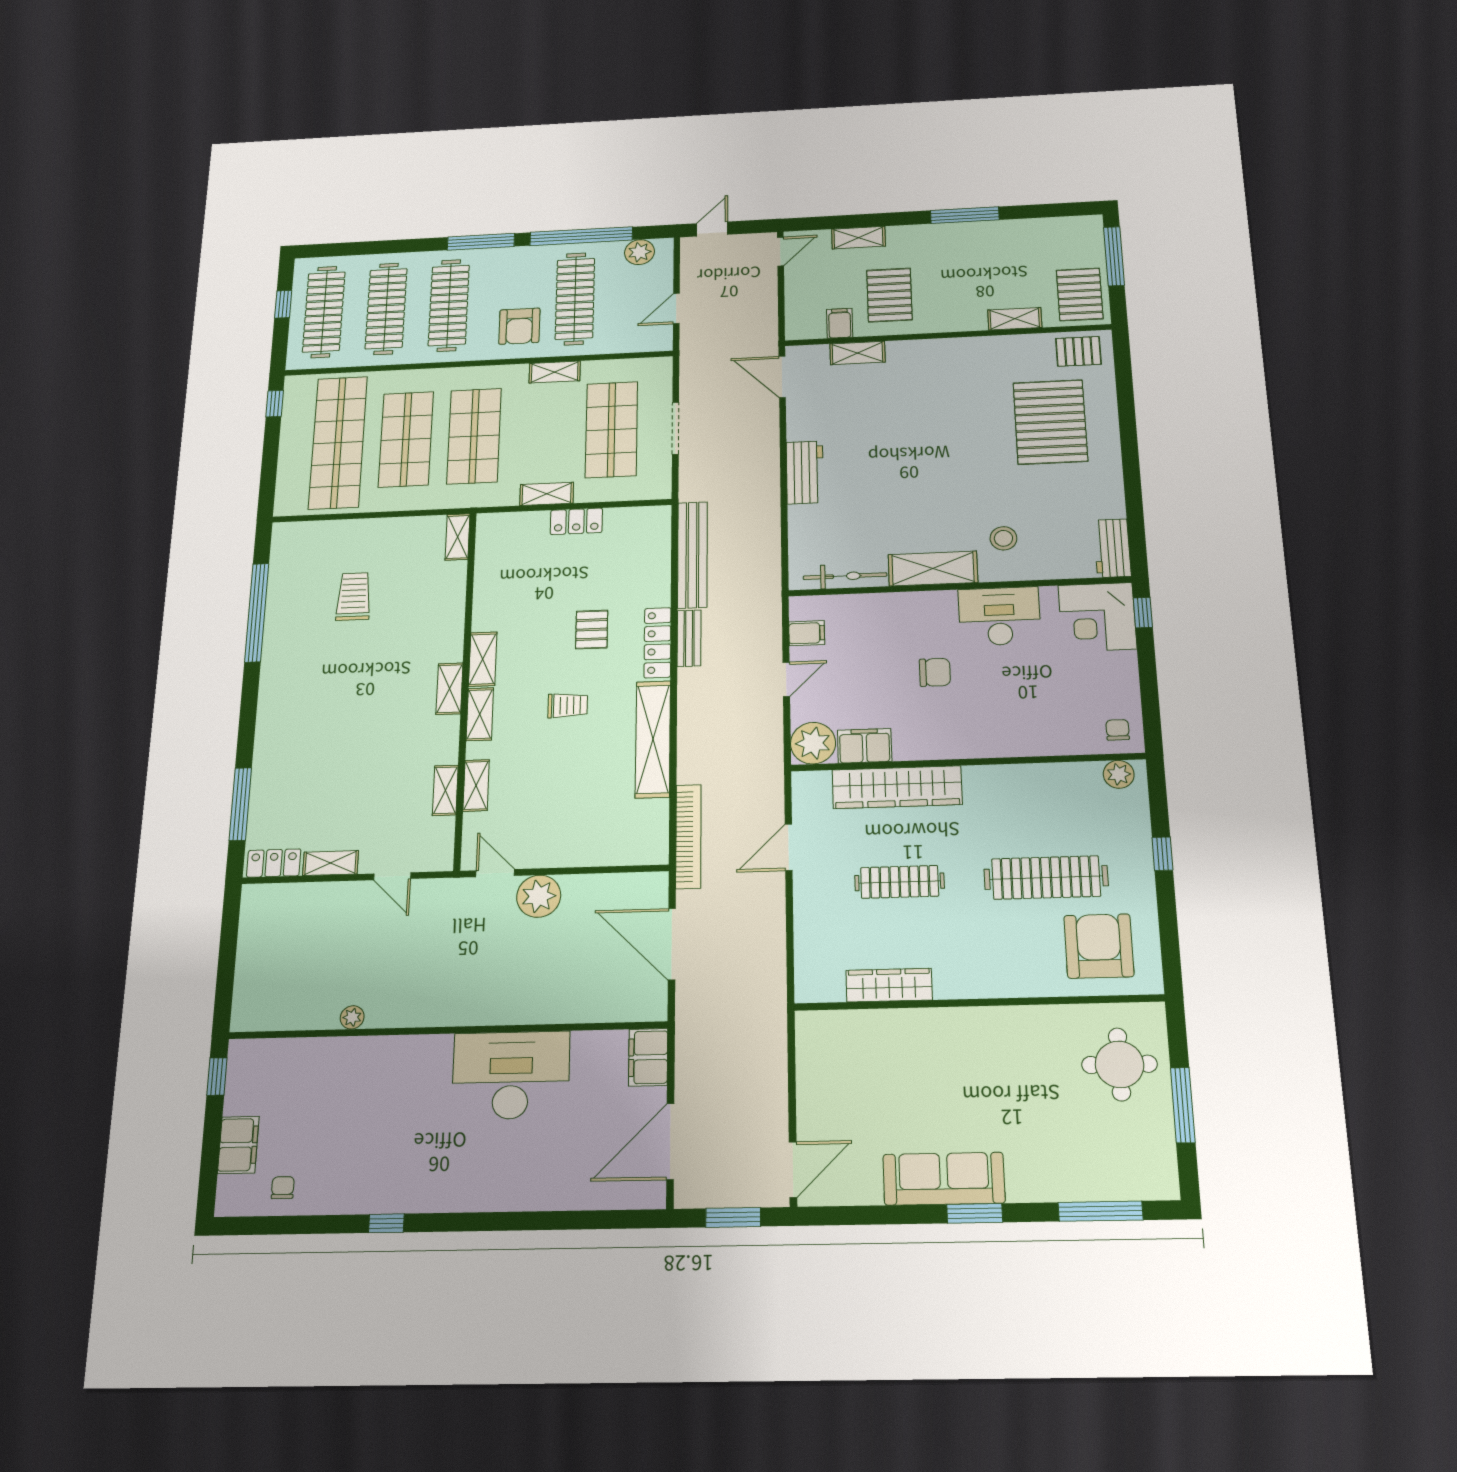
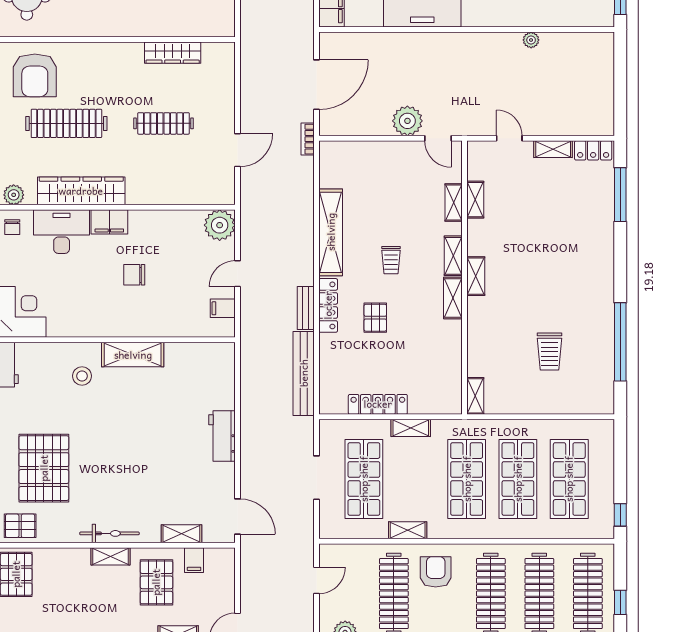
shelving: (1015, 319) -> (111, 556), moved
shop shelf: (338, 442) -> (569, 479), width x0.71
locker: (576, 521) -> (378, 404), width x1.53
bicycle: (845, 576) -> (109, 533), moved, turned 180
desk: (999, 616) -> (62, 232), moved, turned 180
trolley: (568, 705) -> (391, 260), turned -90
filing cabinet: (865, 746) -> (109, 222), moved
wardrobe: (897, 787) -> (81, 191), moved
bookcase: (688, 836) -> (308, 139), width x0.43, depth x0.76
door: (672, 944) -> (316, 85), hinge flipped

